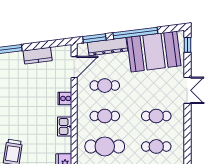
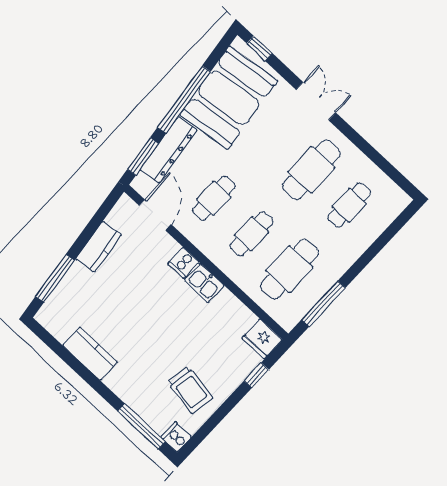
cafe table: (156, 116) -> (311, 170), width x1.37, depth x1.35
kitchen sink: (65, 126) -> (204, 283), moved

